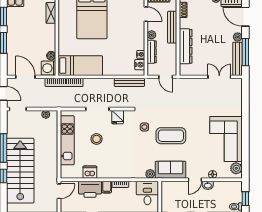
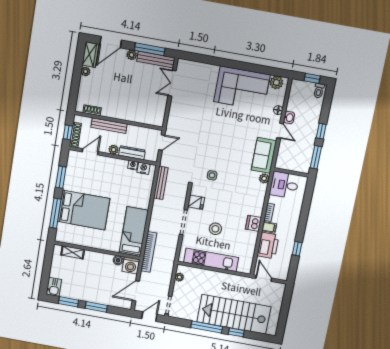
dresser: (186, 46) -> (132, 115), removed
coffee table: (171, 136) -> (227, 148), removed
dishwasher: (90, 172) -> (253, 223), moved

